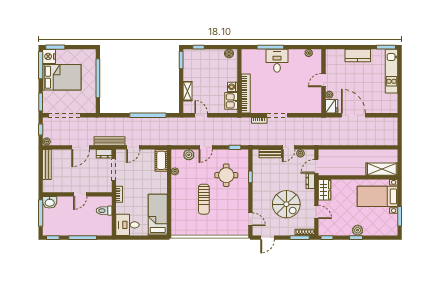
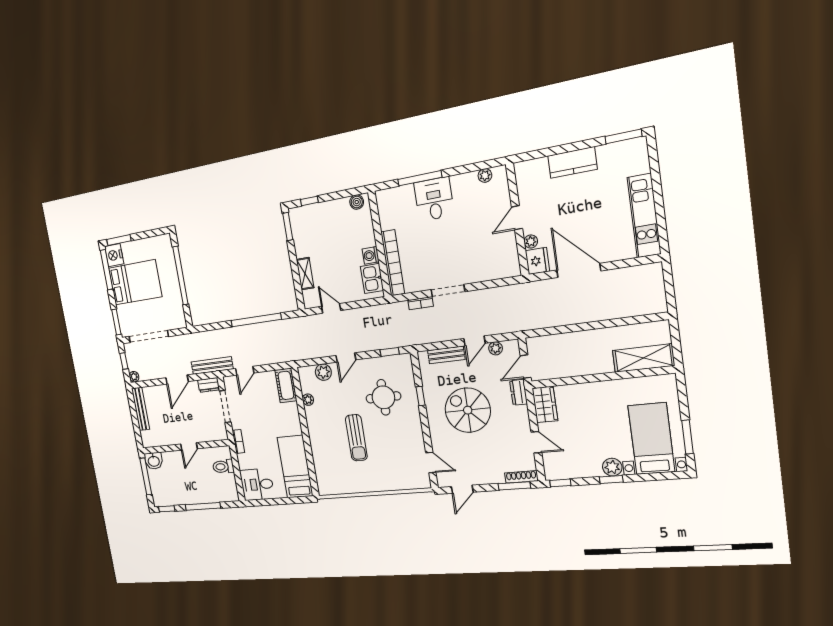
kitchen unit: (391, 71) -> (644, 216), moved
bed with nightstands: (378, 196) -> (651, 439), moved, turned 90
spiral stairs: (286, 204) -> (468, 410), moved, turned 180

